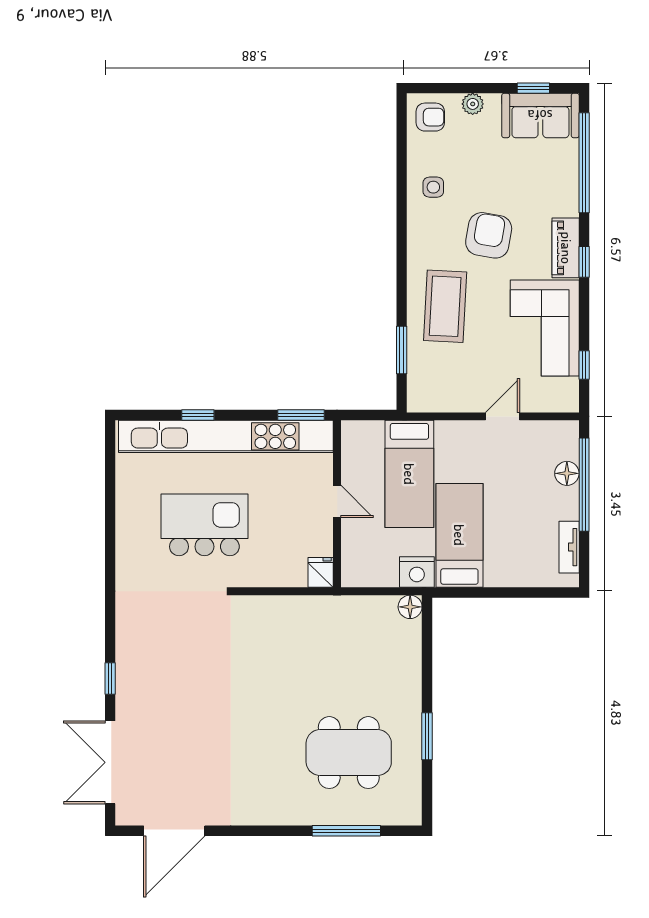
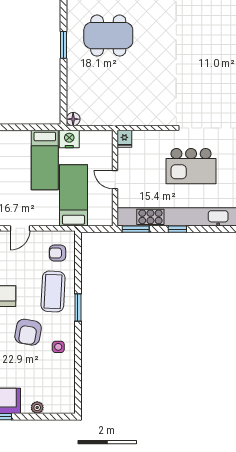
armchair: (430, 117) -> (57, 253), moved
side table: (433, 187) -> (58, 347), moved
window: (402, 350) -> (78, 308), moved
window: (198, 415) -> (177, 229), moved

